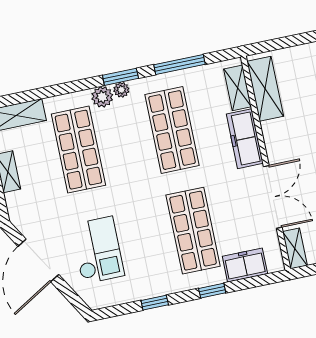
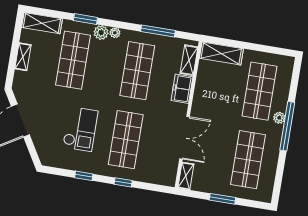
window: (120, 77) -> (85, 19), moved
shelving: (265, 89) -> (221, 53), moved, turned 90
freezer: (245, 139) -> (182, 89), width x0.71
checkout: (98, 250) -> (80, 129), moved
freezer: (245, 265) -> (150, 174), removed

